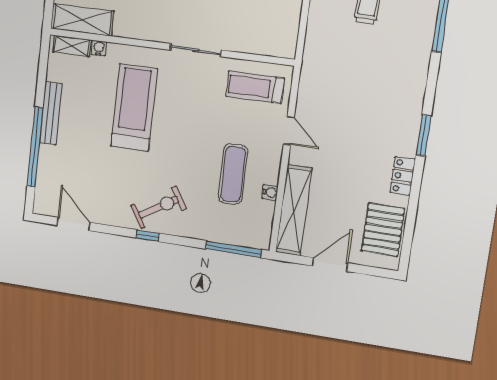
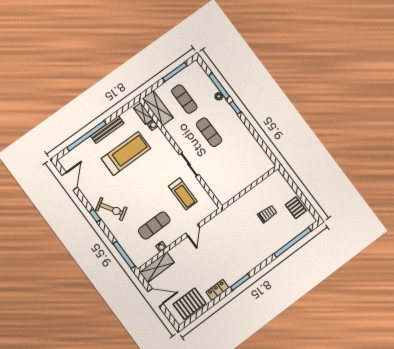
treadmill: (255, 87) -> (183, 194), moved, turned 180
treadmill: (134, 107) -> (126, 153), moved
shelving: (294, 210) -> (157, 267), width x0.68

